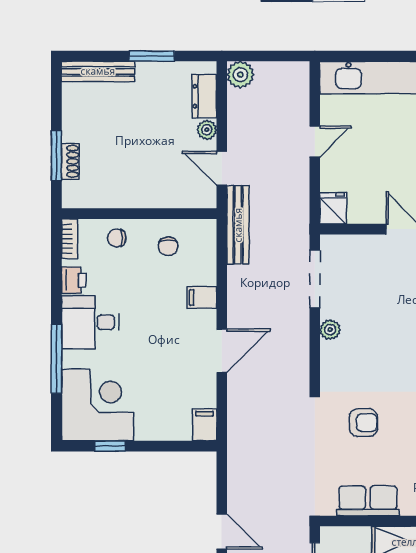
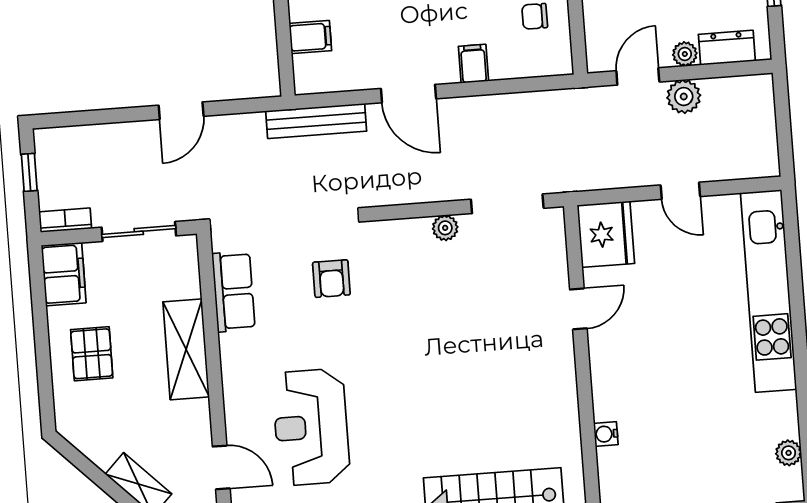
plant: (240, 75) -> (684, 97), moved
fridge: (333, 208) -> (606, 234), width x1.88, depth x1.34
bench: (238, 225) -> (316, 121), moved
filing cabinet: (205, 425) -> (310, 37), moved

